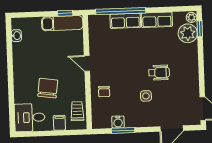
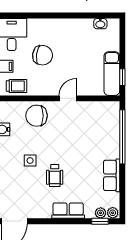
row of seats: (125, 21) -> (68, 211), moved, turned 90
plant: (188, 33) -> (101, 213), width x0.53, depth x0.53
chair: (104, 92) -> (37, 116), width x1.87, depth x1.87

